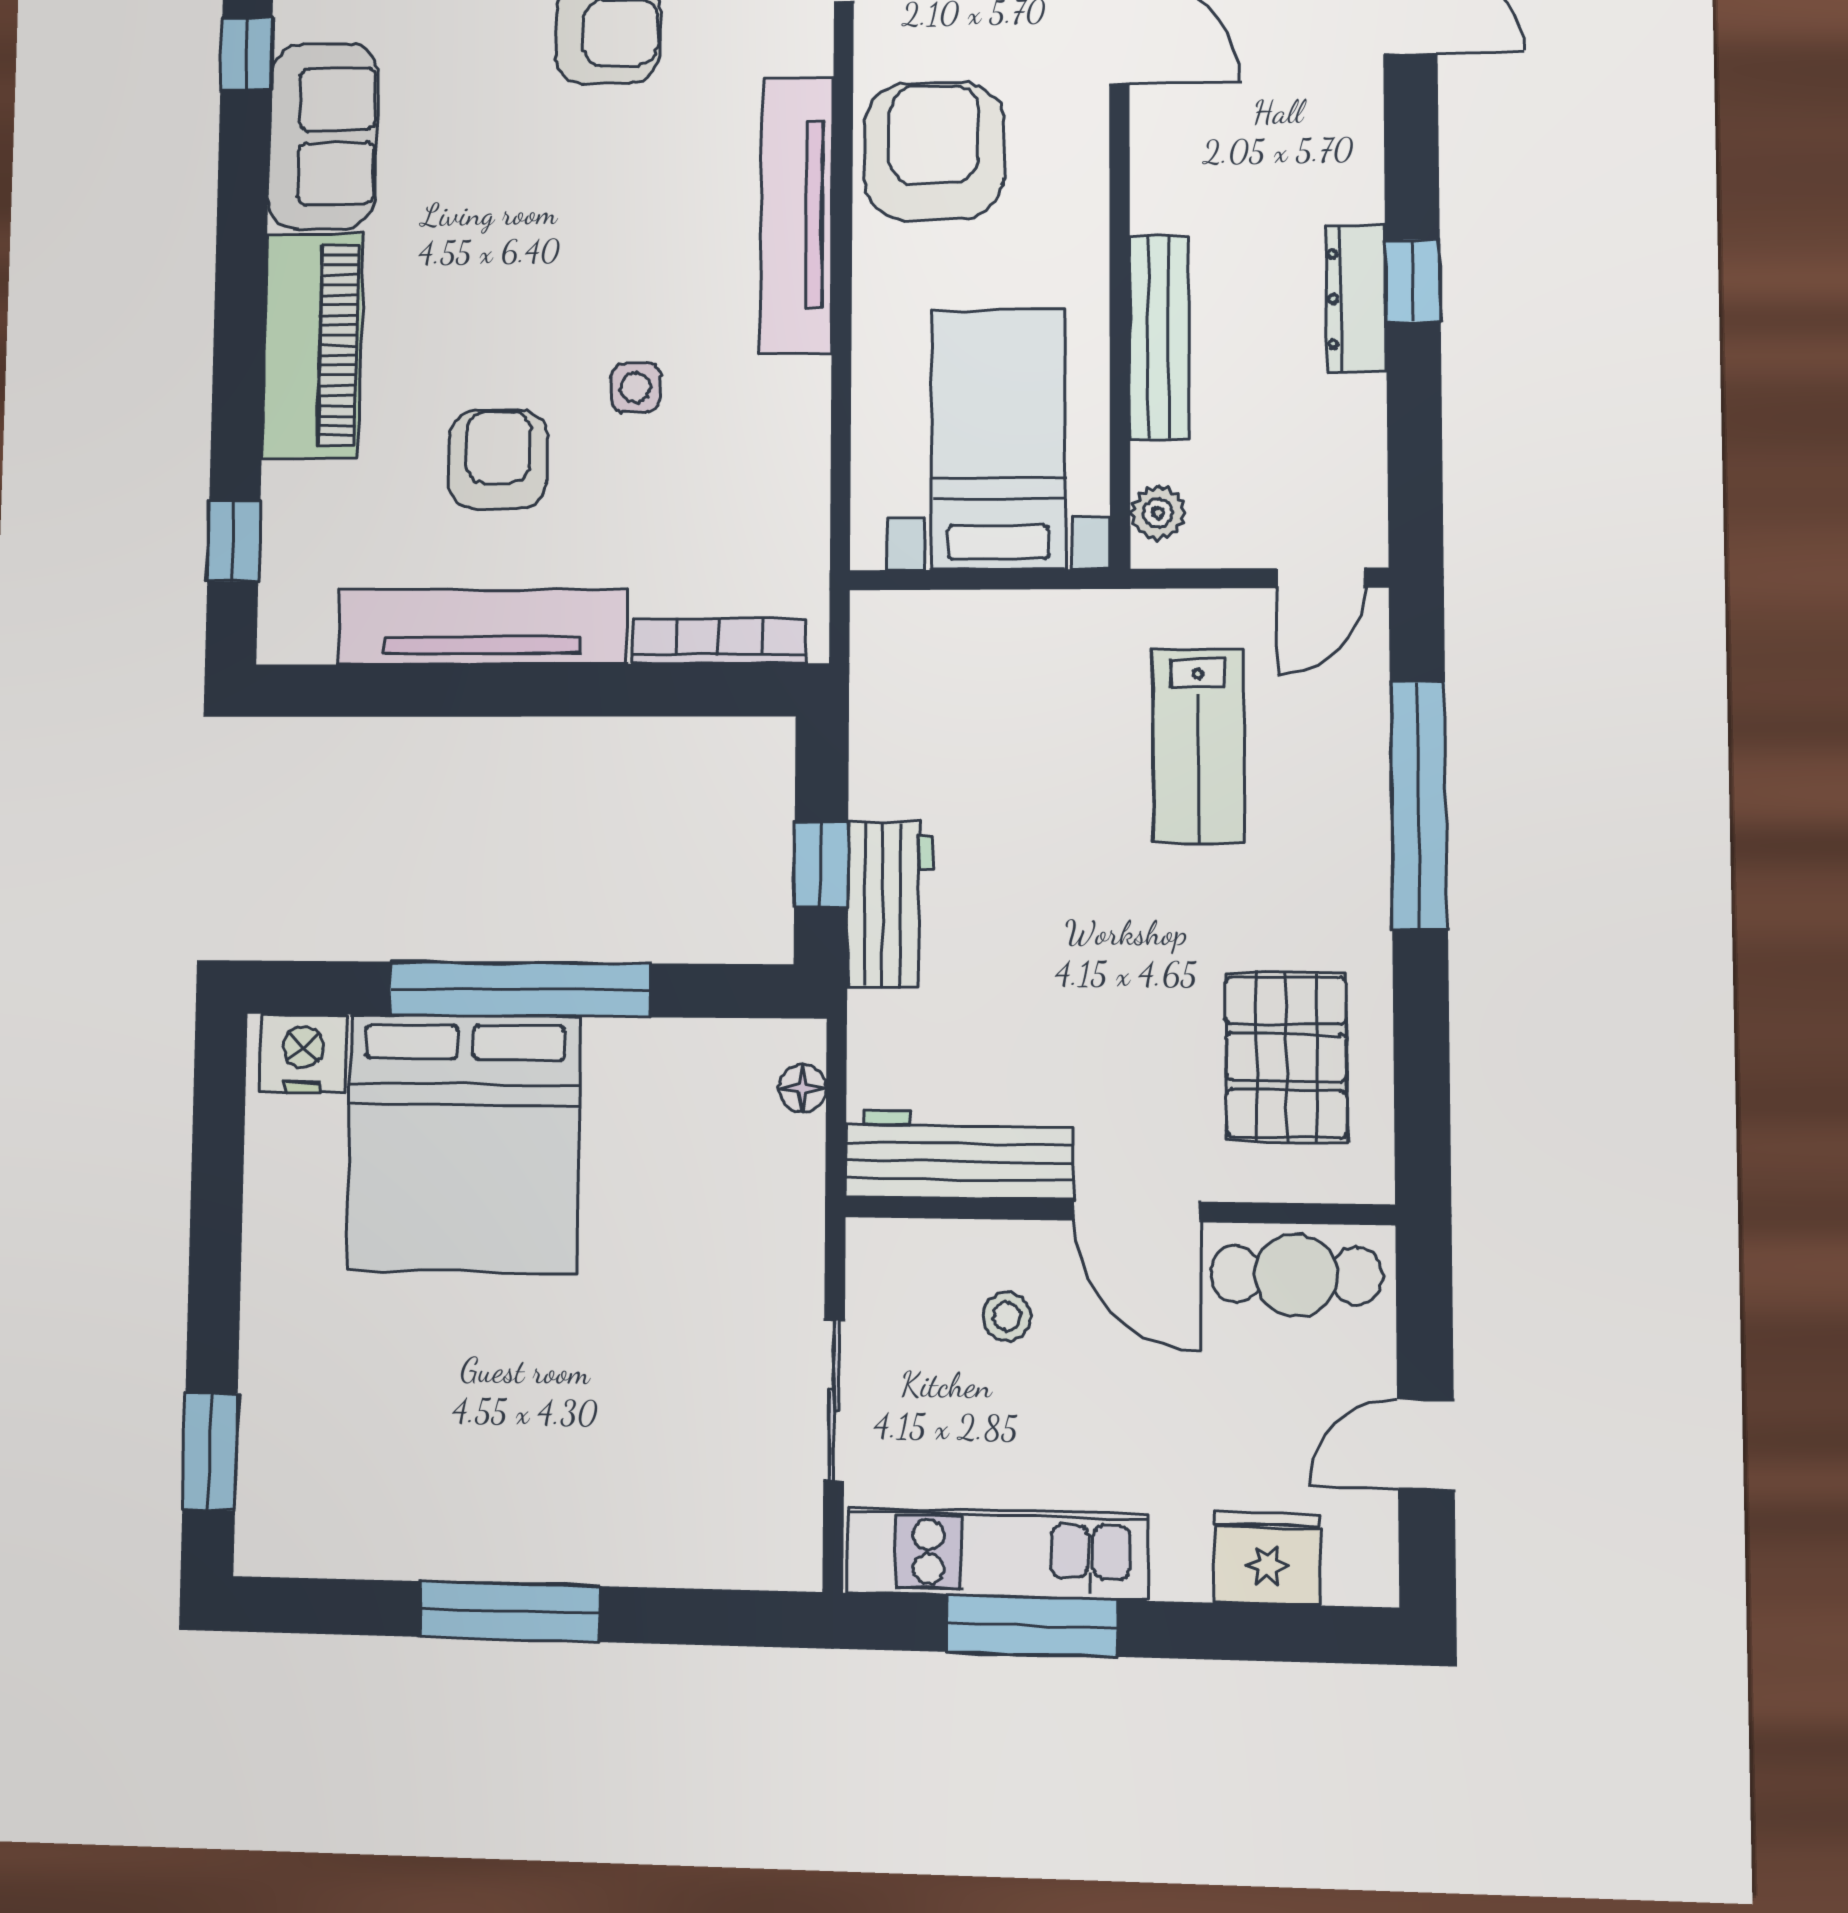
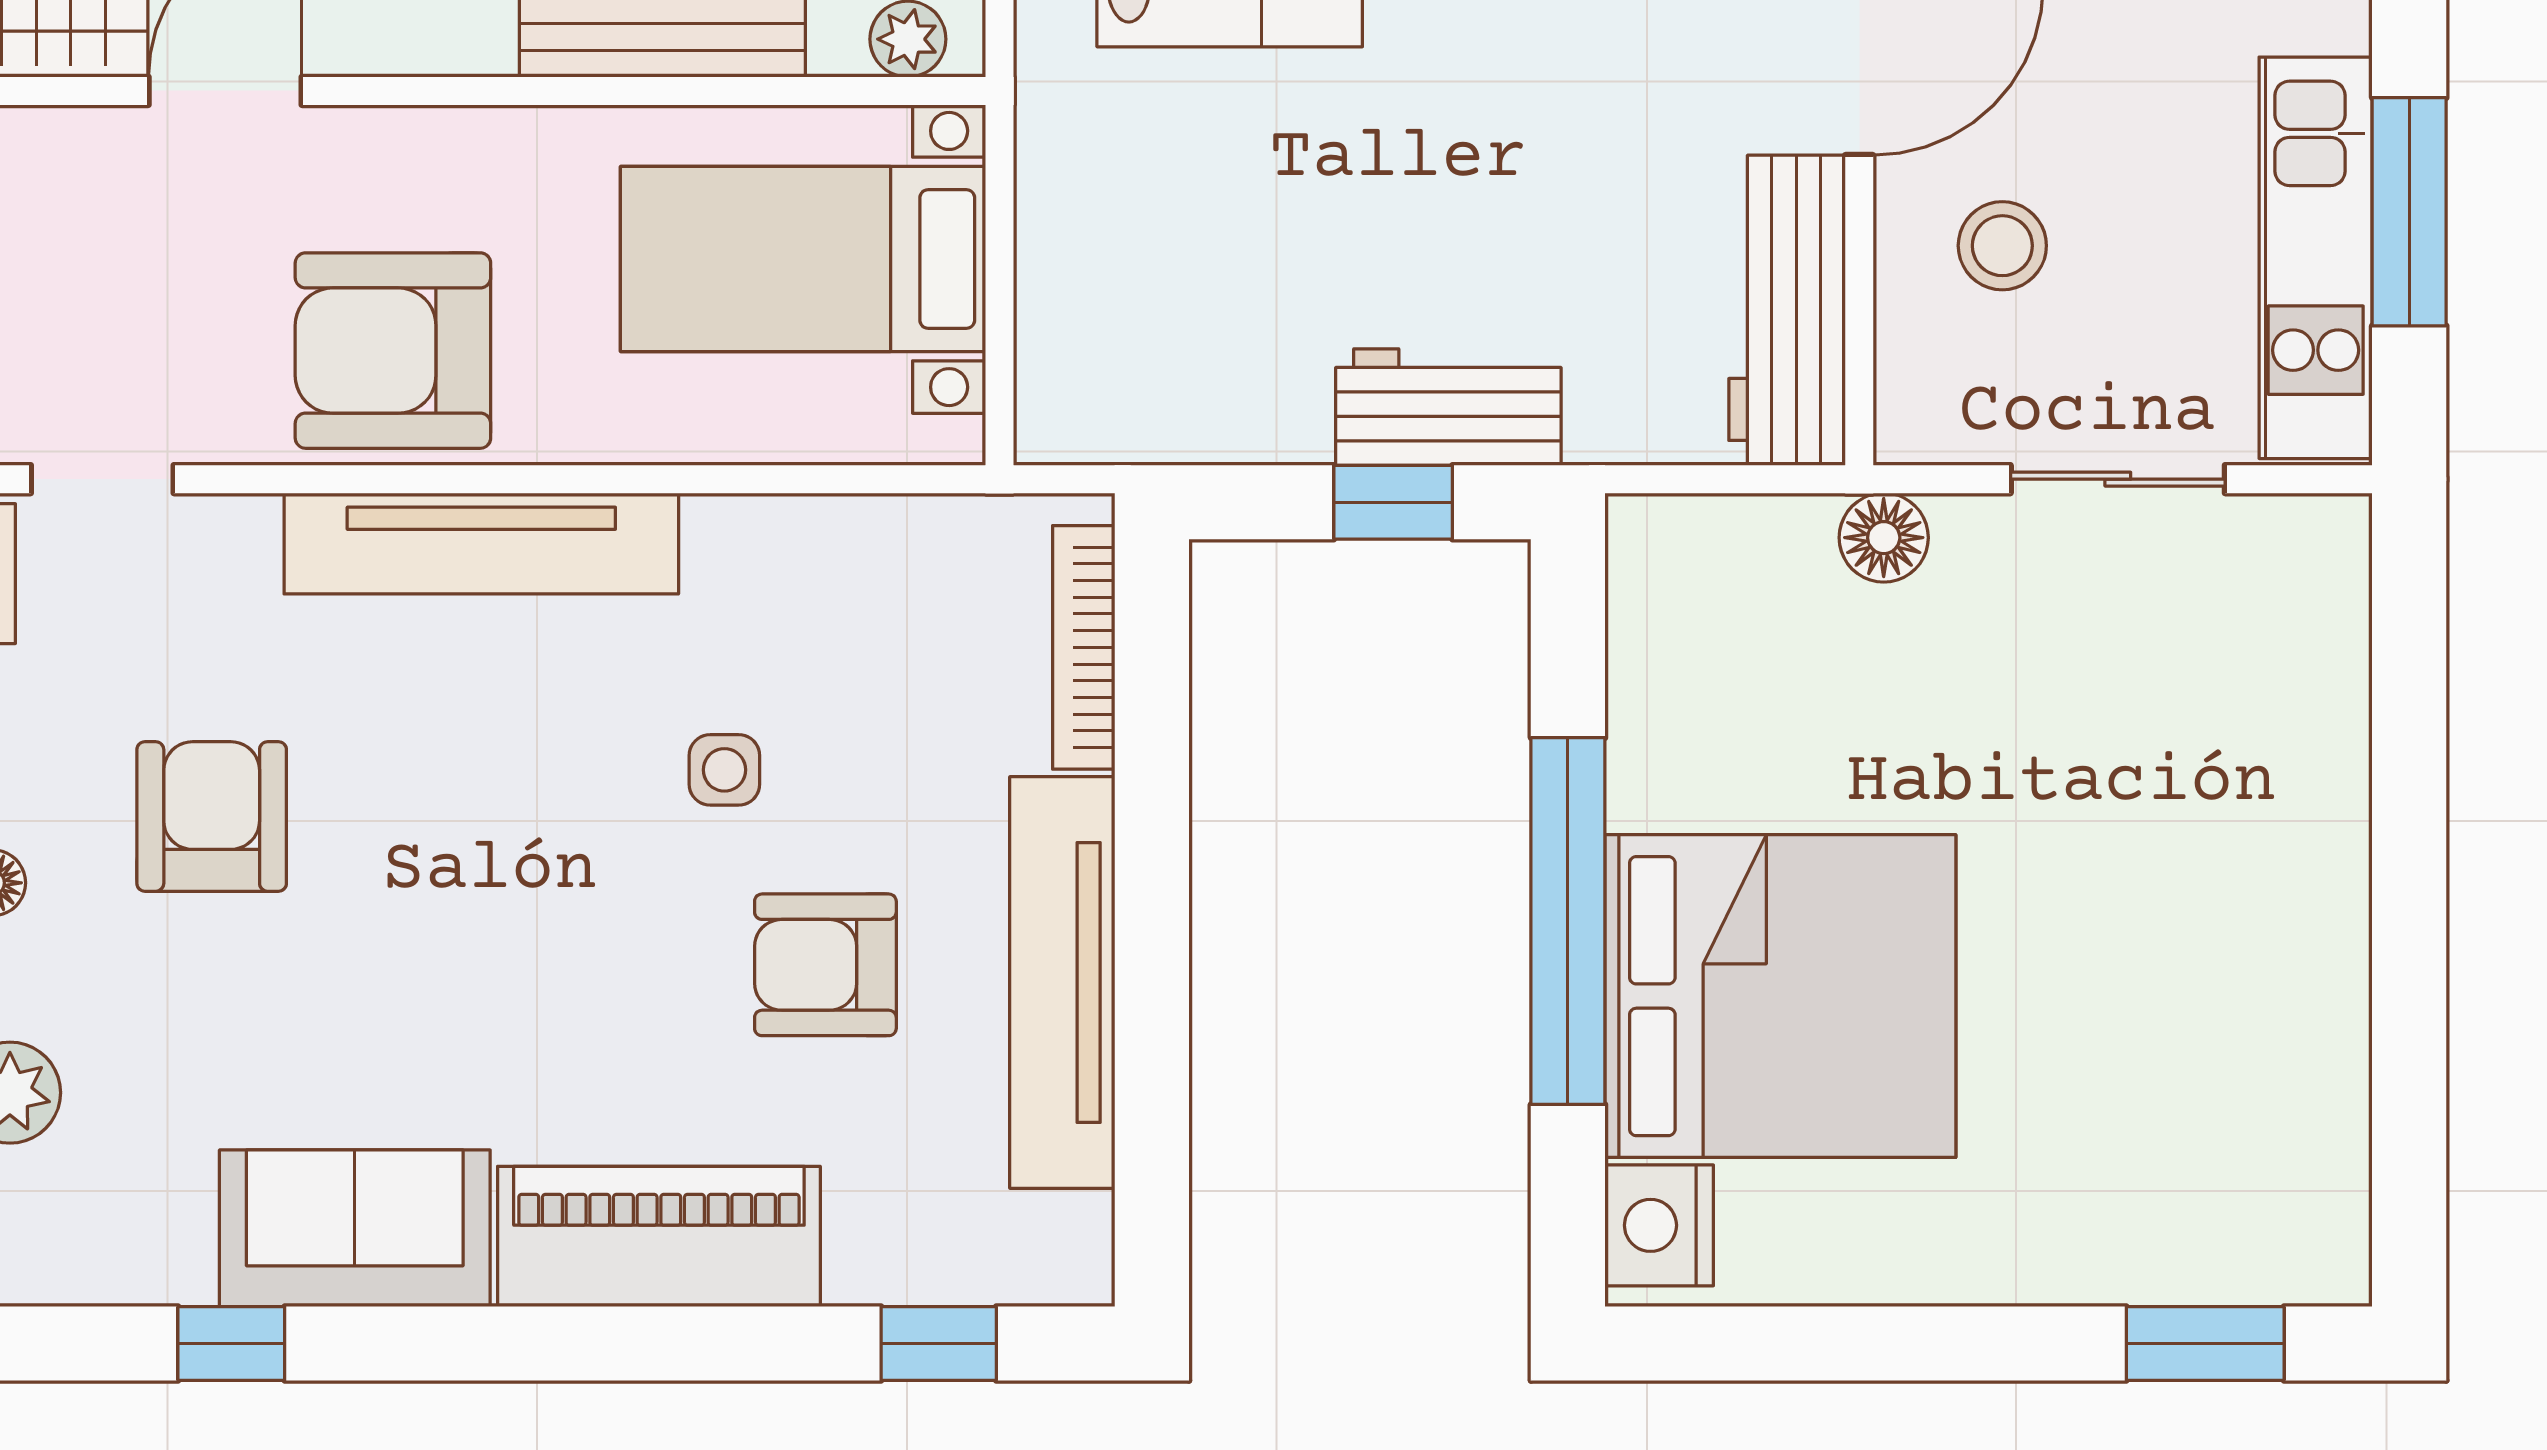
floor lamp: (803, 1088) -> (1884, 538), moved, width x1.37, depth x1.37
stool: (1007, 1316) -> (2002, 246), width x1.37, depth x1.37
window: (510, 1612) -> (2409, 920), removed

